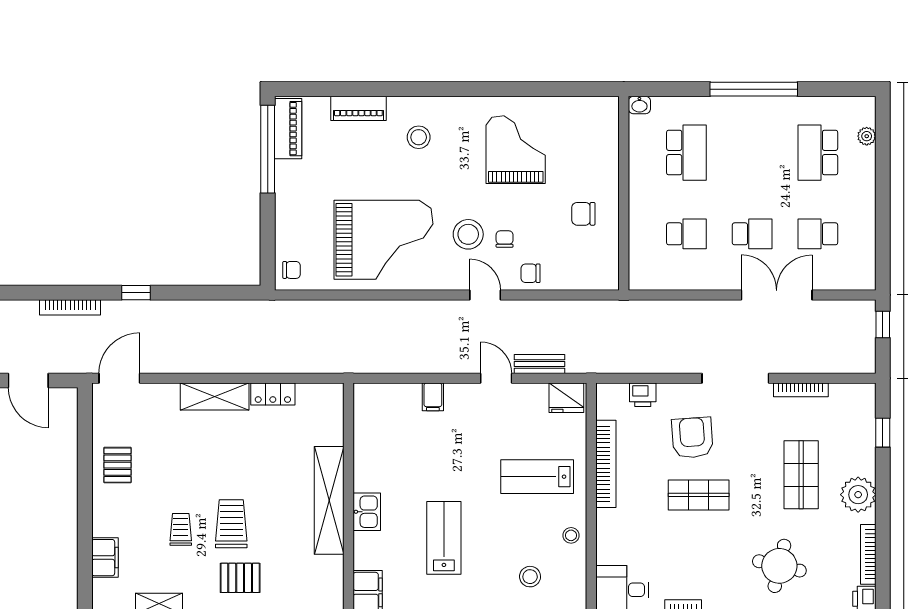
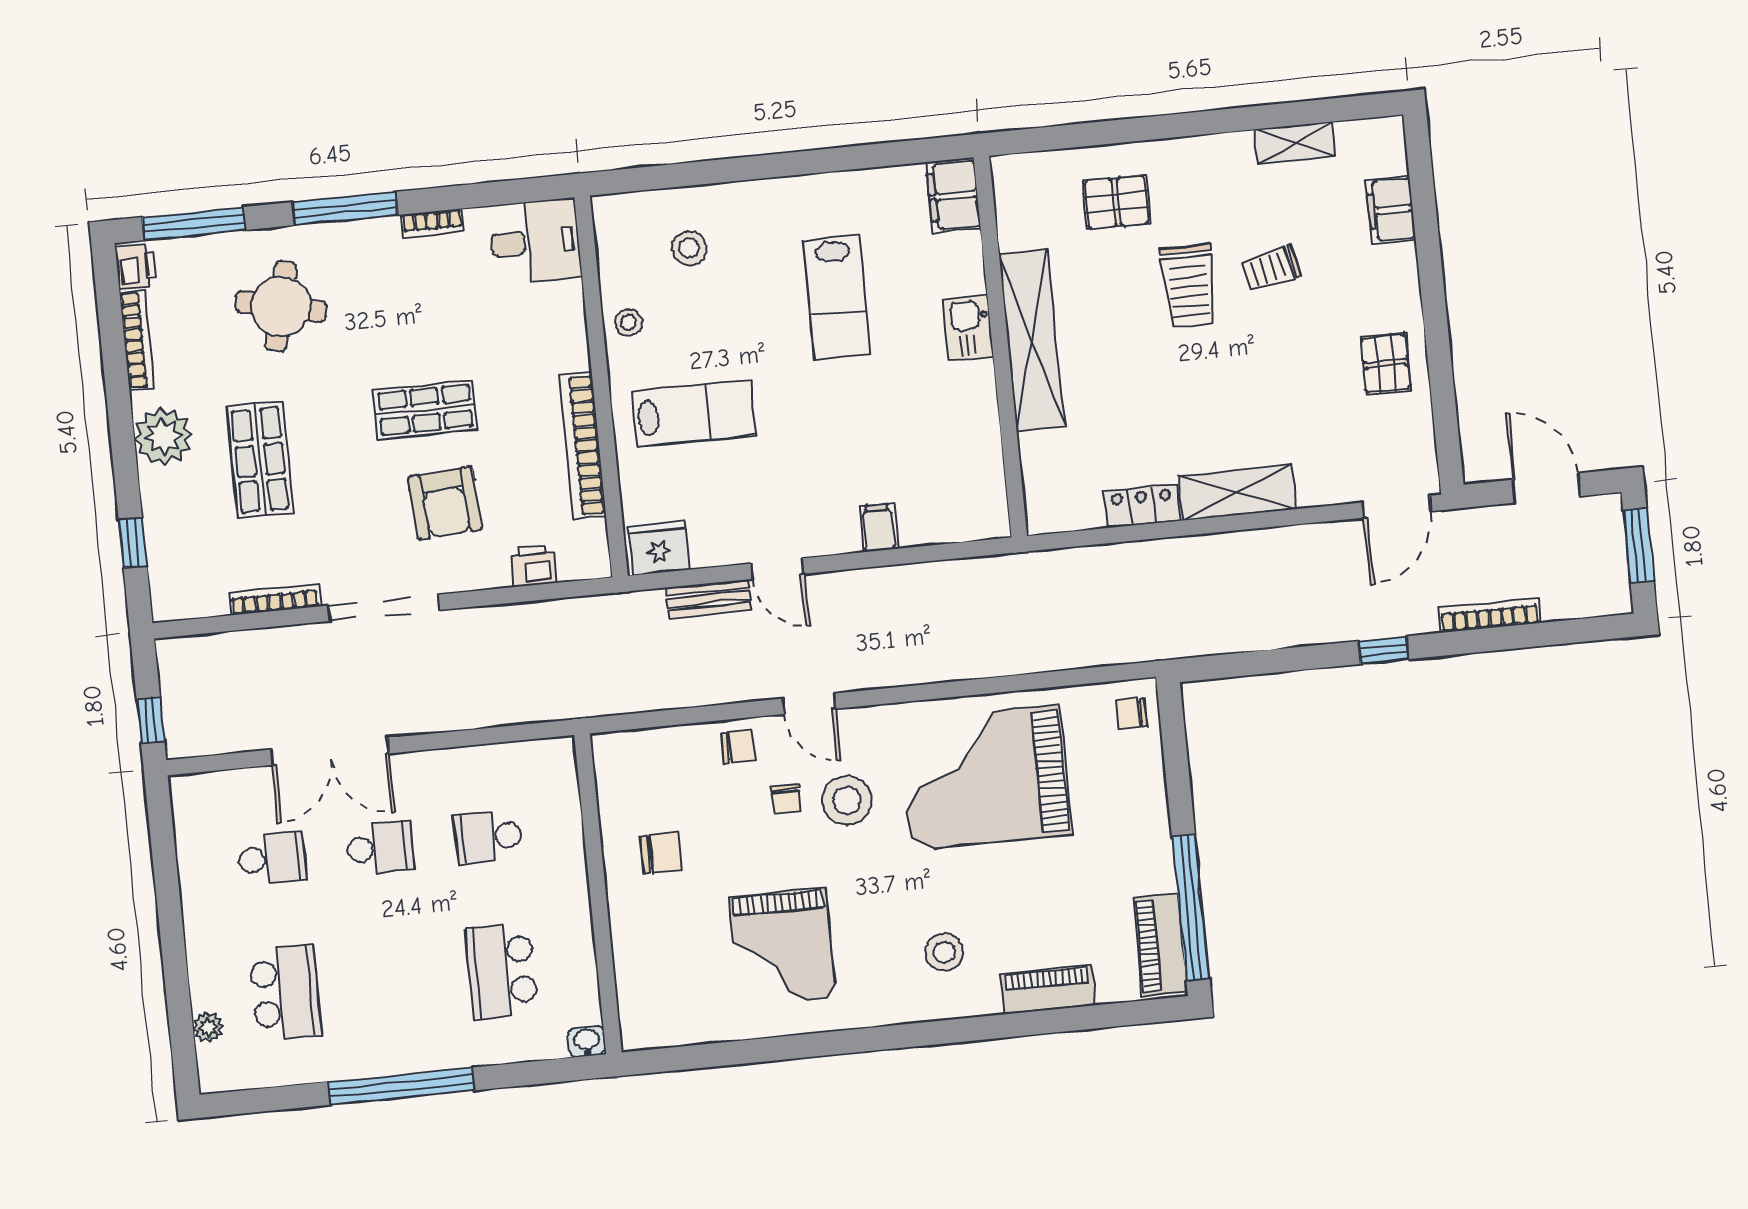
school desk: (752, 234) -> (380, 848), turned 180
trolley: (181, 529) -> (1271, 268), turned 77
pallet: (240, 578) -> (1117, 202), moved

